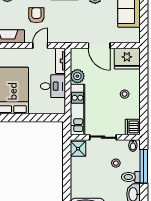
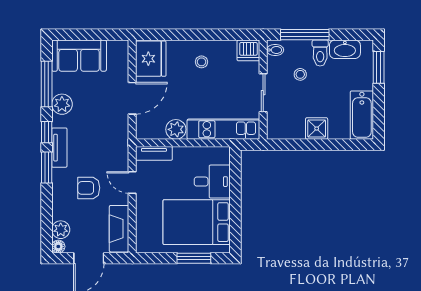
desk: (53, 86) -> (212, 182), moved, turned 90
shower: (78, 149) -> (317, 129), moved

